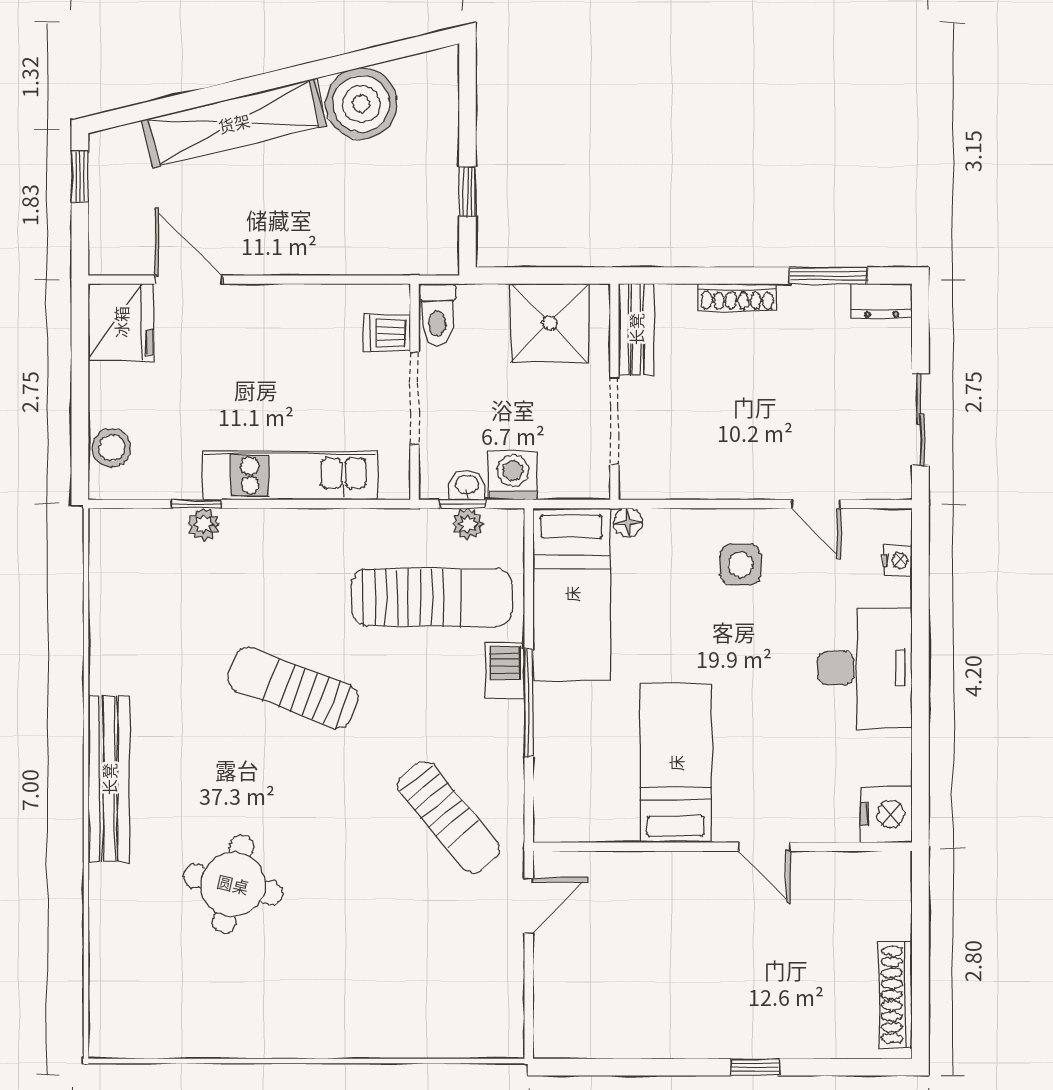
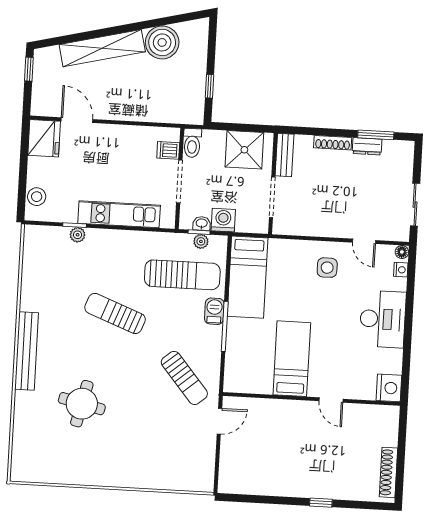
dresser: (882, 301) -> (367, 146), moved
floor lamp: (628, 522) -> (402, 252), moved

